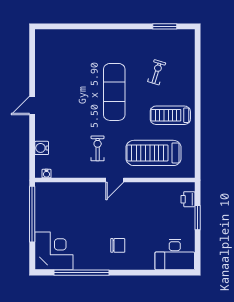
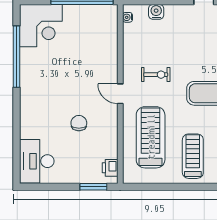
printer: (188, 199) -> (110, 168), moved, turned -90
window: (198, 218) -> (93, 187), moved
chair: (118, 245) -> (79, 123), moved, turned 180

